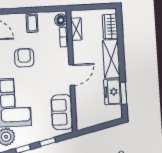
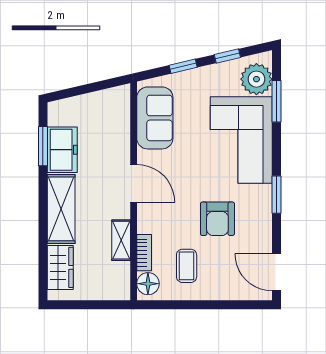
coffee table: (32, 23) -> (187, 266), moved
shelving: (76, 29) -> (121, 240), moved
door: (72, 75) -> (134, 183), swing flipped

